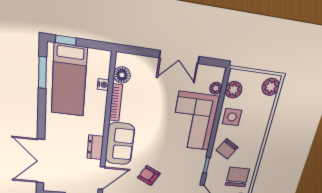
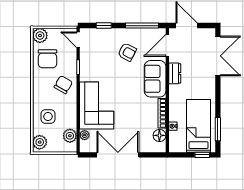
double door: (179, 57) -> (118, 155), width x1.37
side table: (232, 117) -> (48, 116), moved

